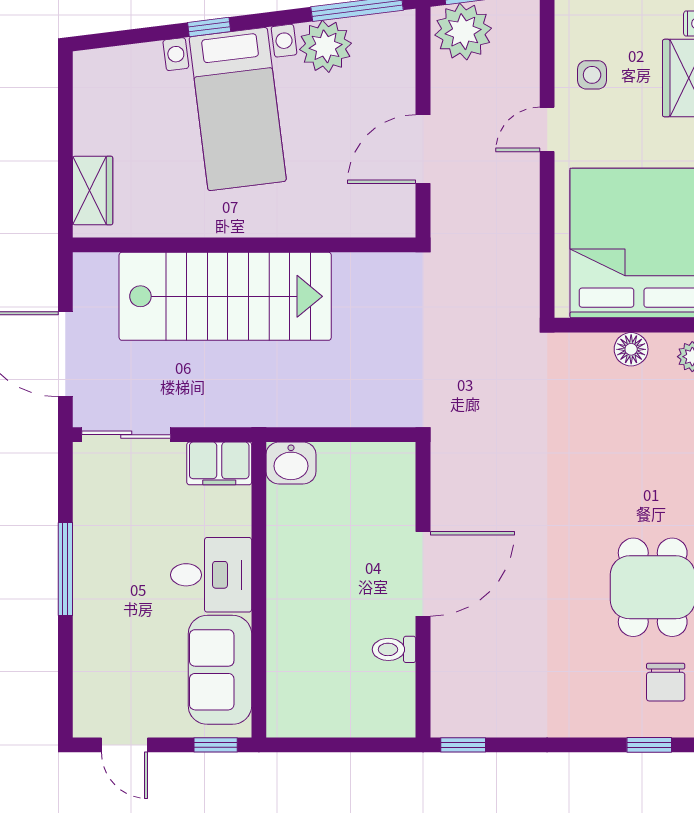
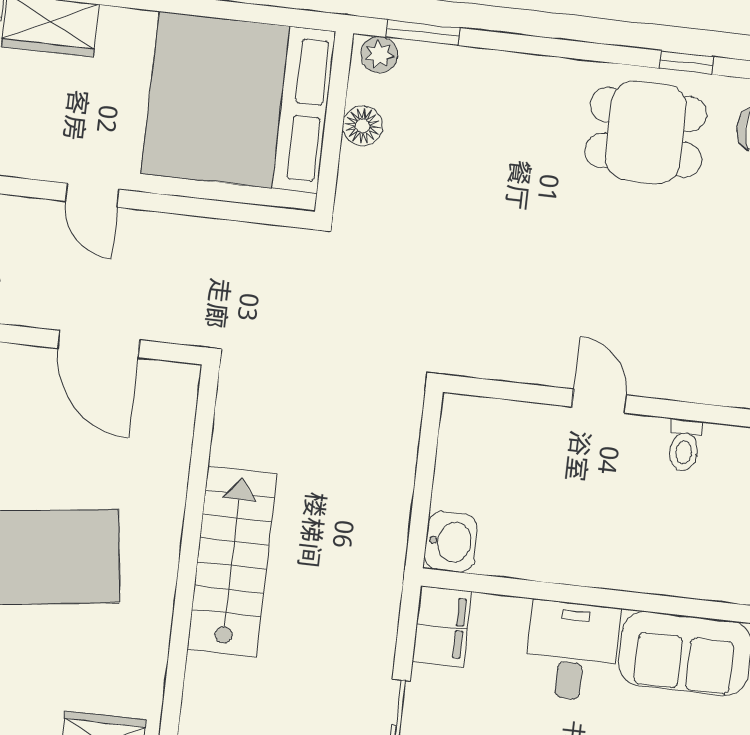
side table: (592, 75) -> (34, 135), removed
stairs: (225, 296) -> (232, 562), width x0.73, depth x0.66
door: (423, 574) -> (599, 401), width x0.53

